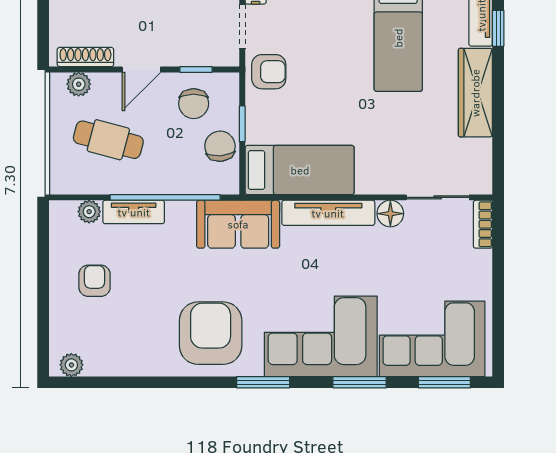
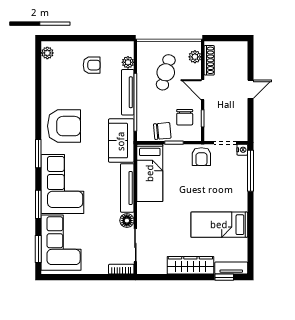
chair: (194, 104) -> (185, 117), turned -90
tv unit: (134, 212) -> (128, 92), width x1.41

